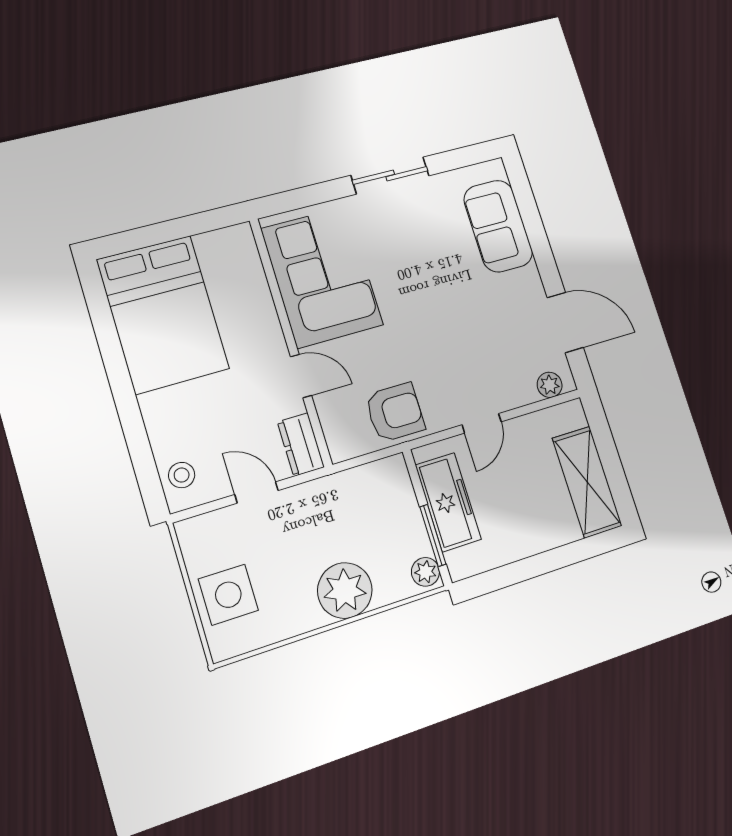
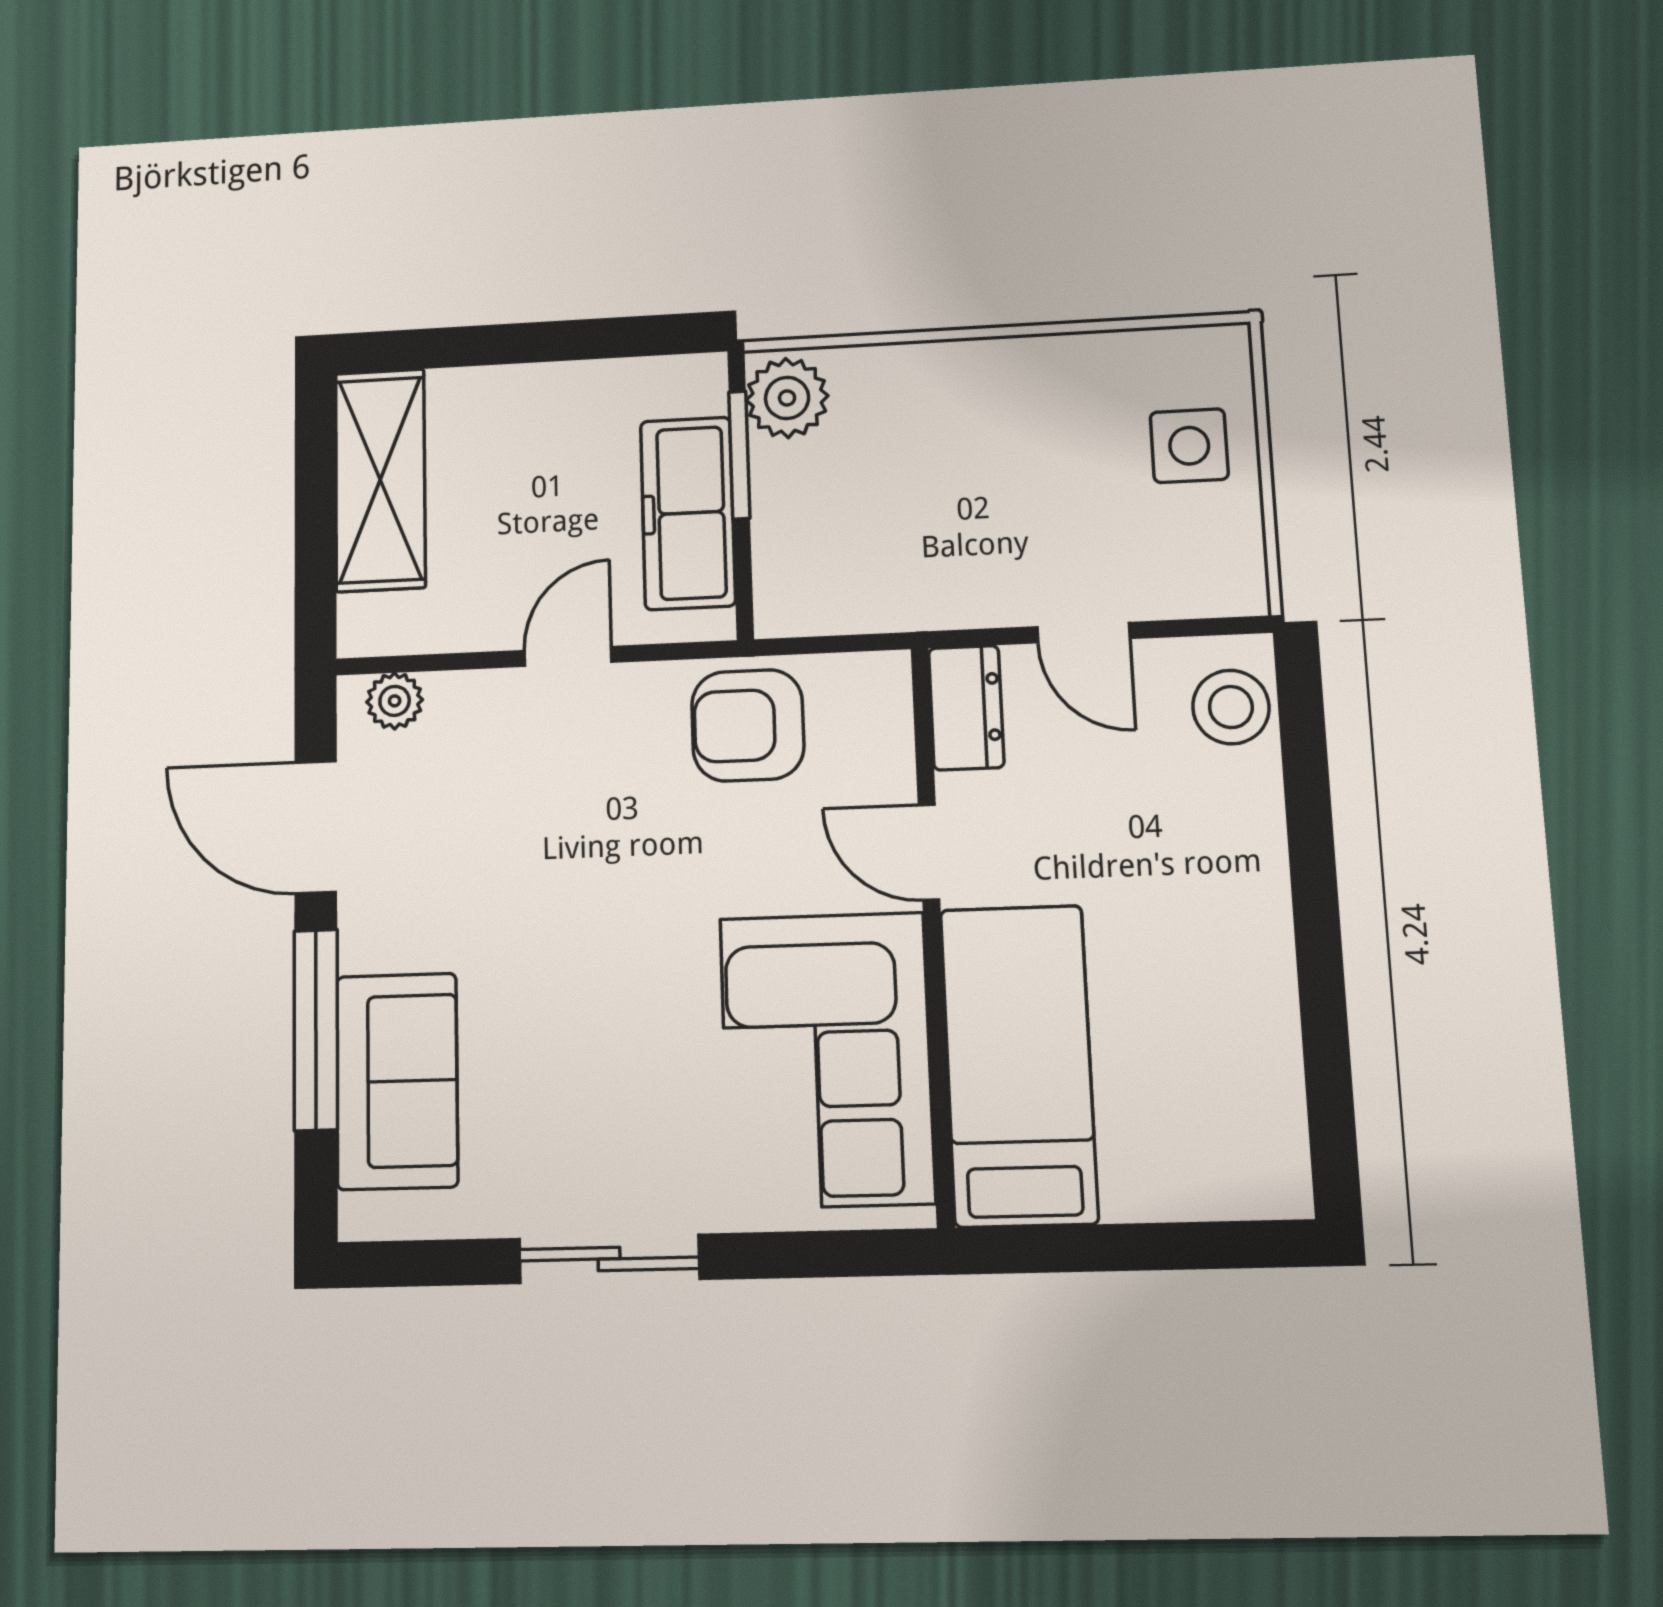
window: (538, 239) -> (316, 1030), added
bed: (163, 314) -> (1019, 1065), moved, width x0.67
stool: (182, 475) -> (1231, 707), width x1.37, depth x1.37
plant: (425, 572) -> (787, 398), width x1.38, depth x1.38
plant: (345, 590) -> (951, 394), removed
side table: (228, 595) -> (1189, 446), width x0.73, depth x0.73

